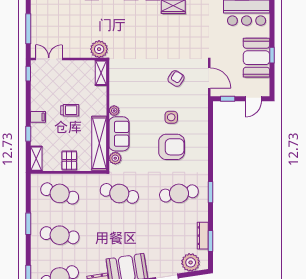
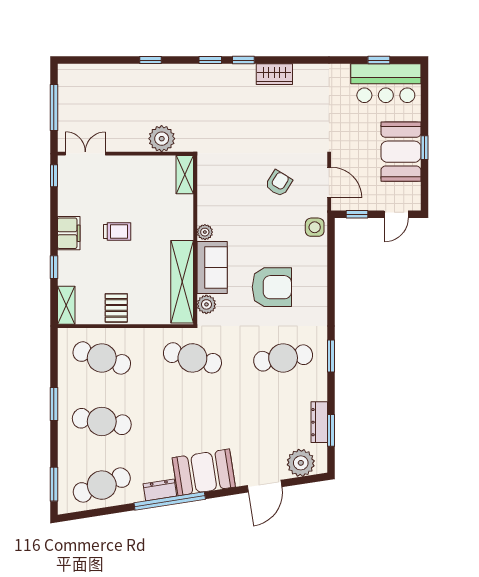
shelving: (101, 73) -> (185, 175), moved
plant: (114, 111) -> (205, 232), moved
wall: (108, 116) -> (195, 240), moved
filing cabinet: (38, 117) -> (69, 233), width x2.00
side table: (171, 117) -> (315, 227), moved
sofa: (119, 134) -> (212, 267), moved
shelving: (99, 143) -> (182, 282), moved
plant: (115, 158) -> (206, 304), moved

